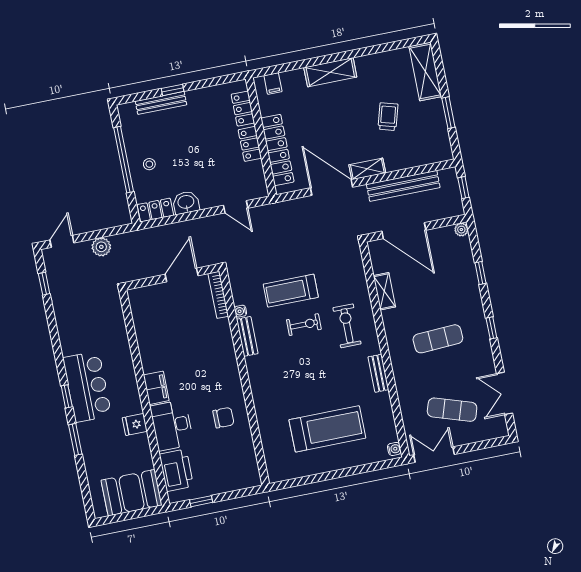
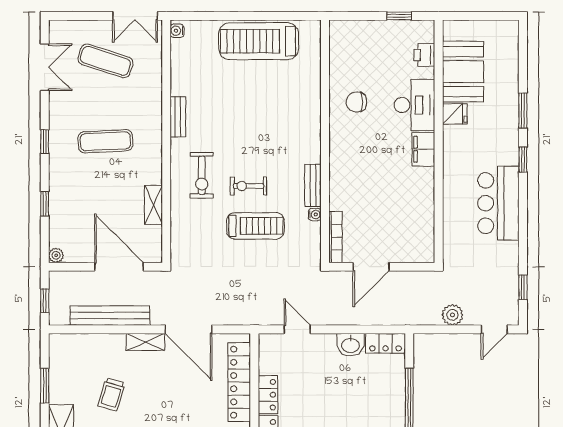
stool: (149, 164) -> (382, 395), removed
bar counter: (87, 387) -> (498, 203), moved
treadmill: (327, 429) -> (259, 41), moved
printer: (176, 470) -> (424, 55), width x0.53, depth x0.68
booth: (132, 493) -> (463, 72), moved, turned 90

